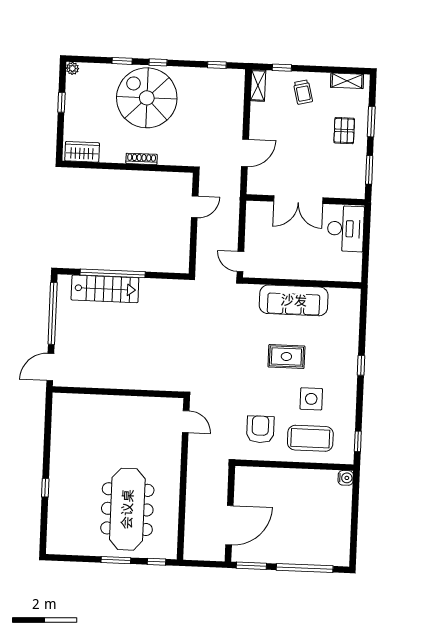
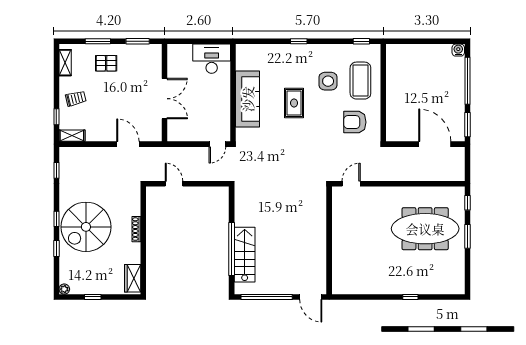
desk: (346, 229) -> (212, 59), moved
water cooler: (346, 478) -> (458, 50), moved

